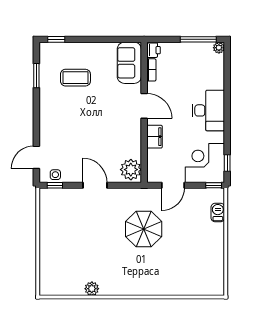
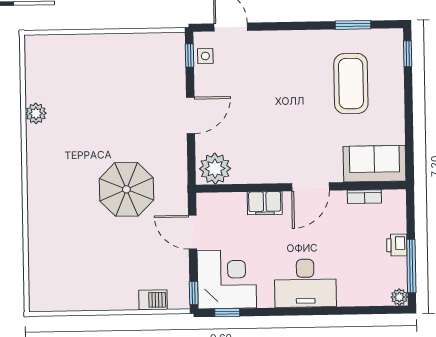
printer: (153, 50) -> (397, 245), moved, turned 90
coffee table: (75, 78) -> (351, 84), width x1.36, depth x1.32

